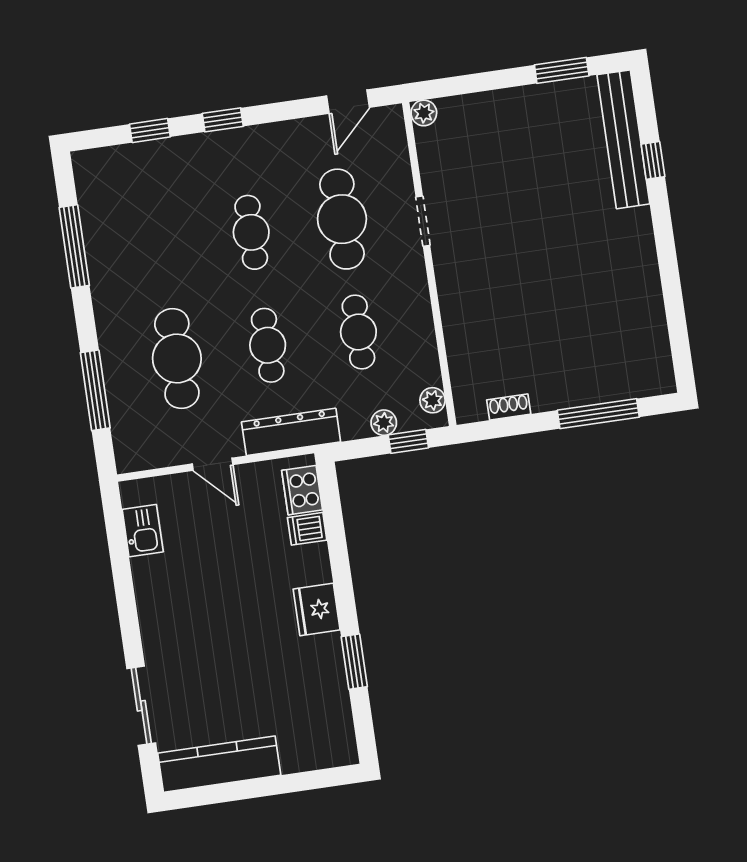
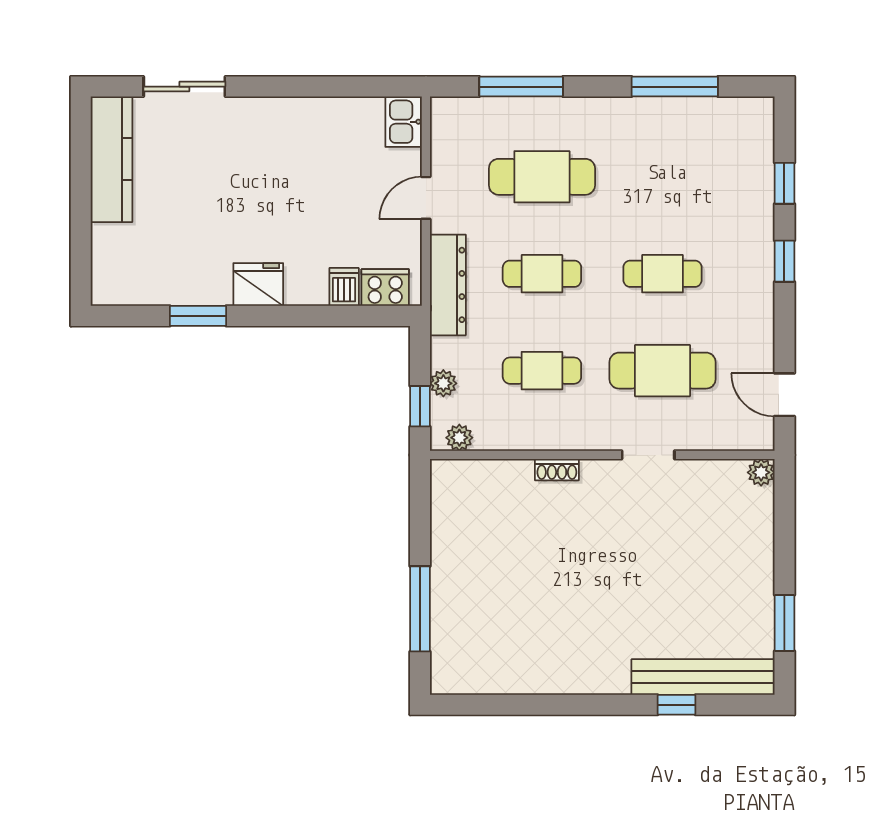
shoe rack: (509, 407) -> (557, 470), moved, turned 90
kitchen sink: (143, 531) -> (404, 122), moved, turned 90

